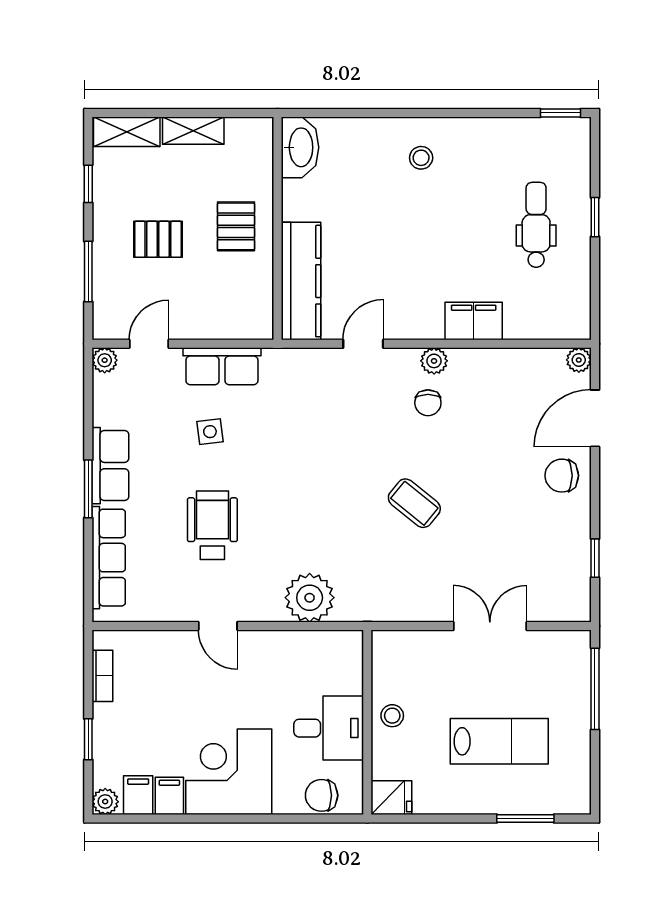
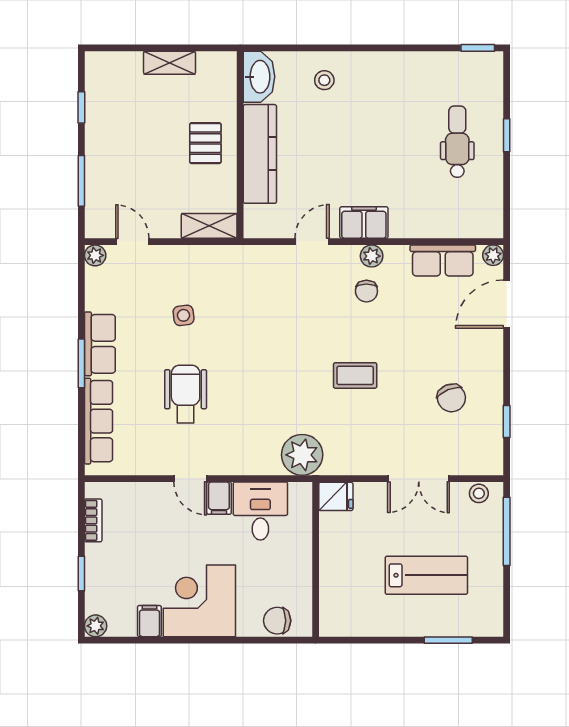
shelving: (127, 132) -> (209, 226), moved
stool: (421, 158) -> (324, 80), moved
pallet: (158, 239) -> (140, 154), removed
kitchen counter: (301, 281) -> (260, 154), moved
filing cabinet: (474, 321) -> (364, 222), moved
door: (149, 344) -> (132, 242), hinge flipped
row of seats: (222, 366) -> (443, 261), moved
chair: (562, 476) -> (451, 398), moved, turned -112
coffee table: (414, 503) -> (355, 375), turned -39
plant: (310, 598) -> (302, 455), moved
double door: (490, 626) -> (419, 479), swing flipped
stool: (392, 716) -> (479, 493), moved
desk: (329, 728) -> (260, 511), moved, turned -90
filing cabinet: (138, 795) -> (219, 498), moved, turned 180
fridge: (391, 798) -> (336, 496), moved

